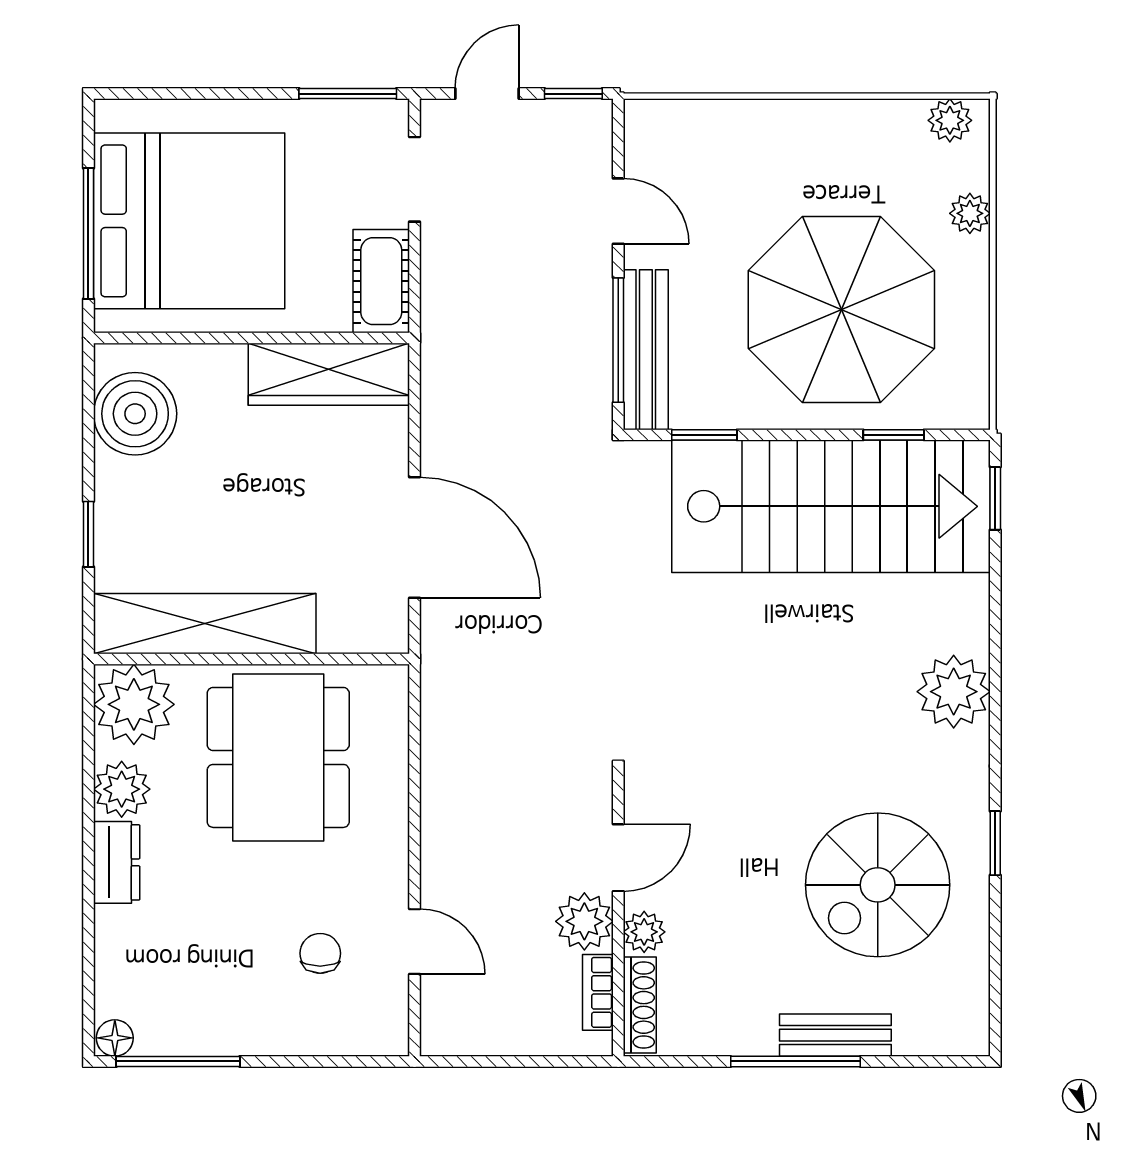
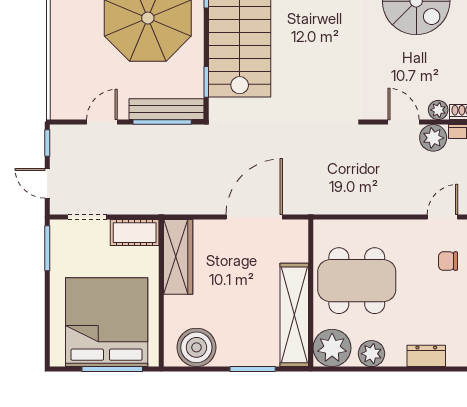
window: (88, 534) -> (253, 369), width x1.50
dresser: (117, 862) -> (426, 356), moved

